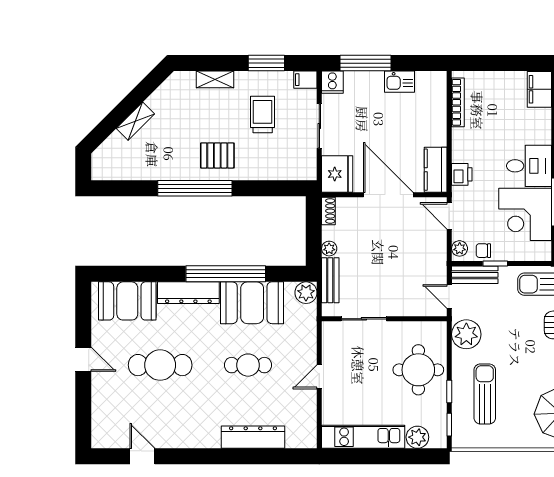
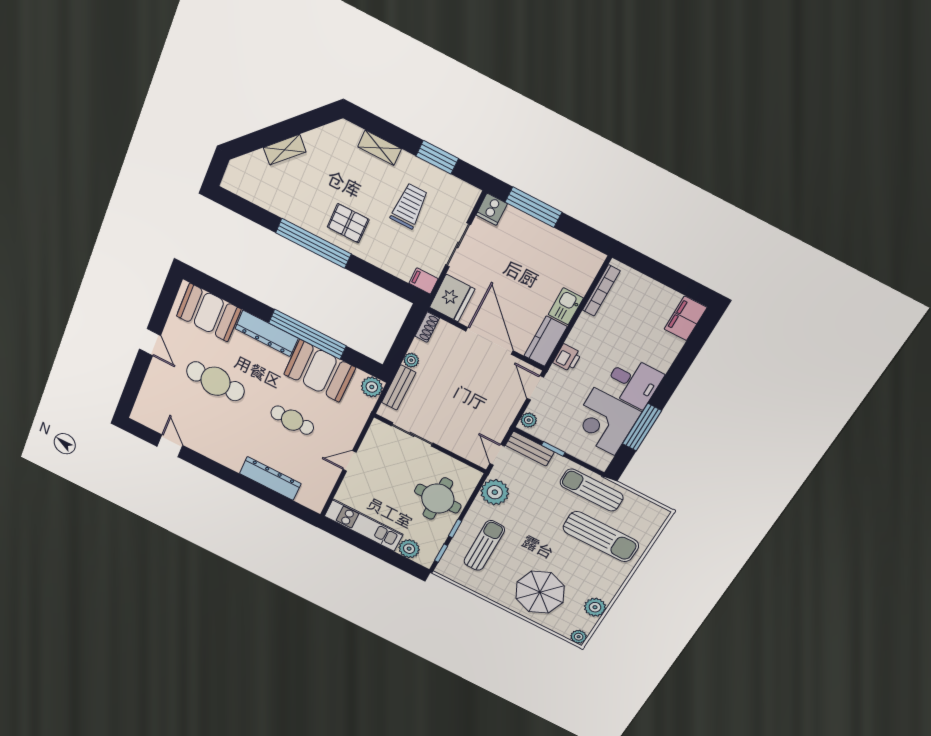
filing cabinet: (305, 80) -> (424, 281), moved
kitchen sink: (400, 82) -> (566, 306), moved, turned 90
chair: (483, 251) -> (549, 433), removed

